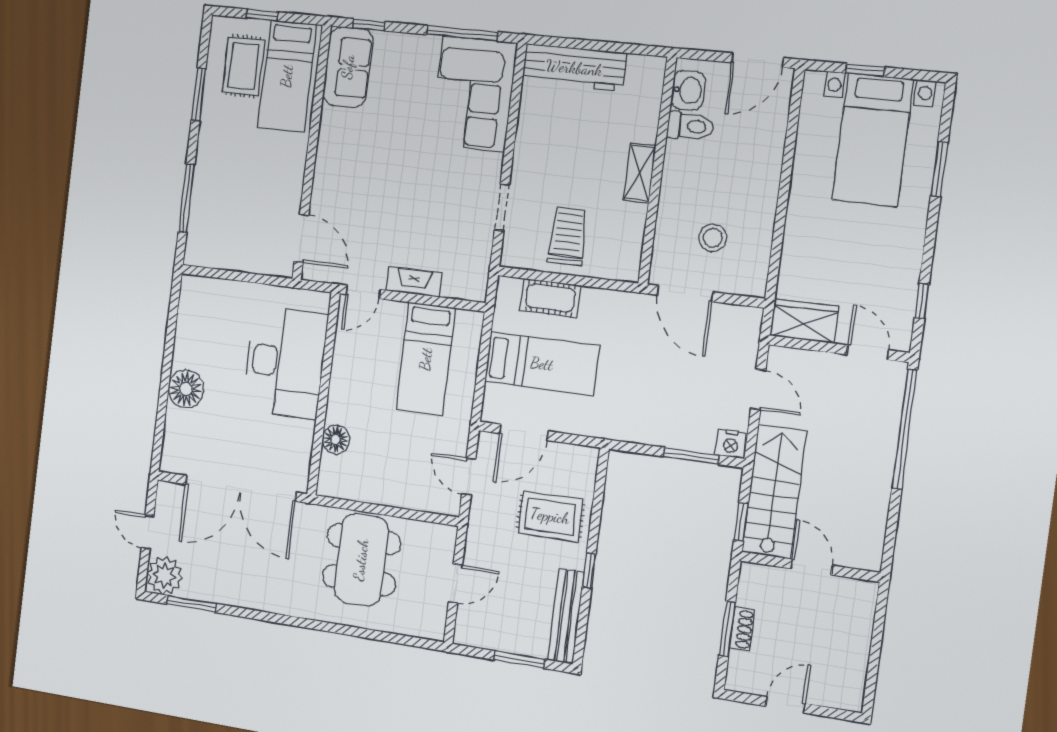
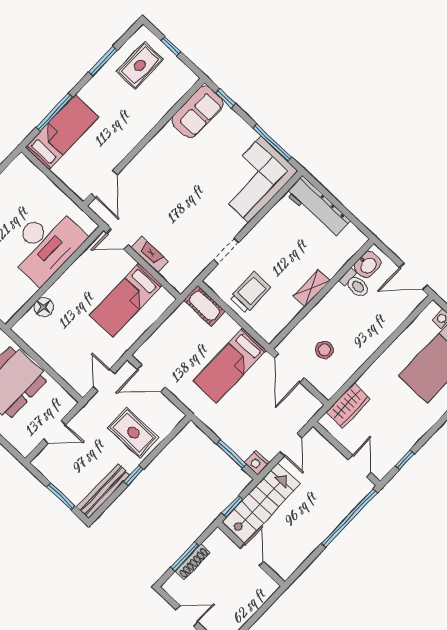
bed: (287, 76) -> (62, 132), moved, turned 180
cot: (550, 298) -> (205, 306), moved
wardrobe: (804, 321) -> (348, 406), moved, turned 90
bed: (542, 364) -> (230, 366), moved, turned 90
shoe rack: (742, 629) -> (193, 562), width x1.43

